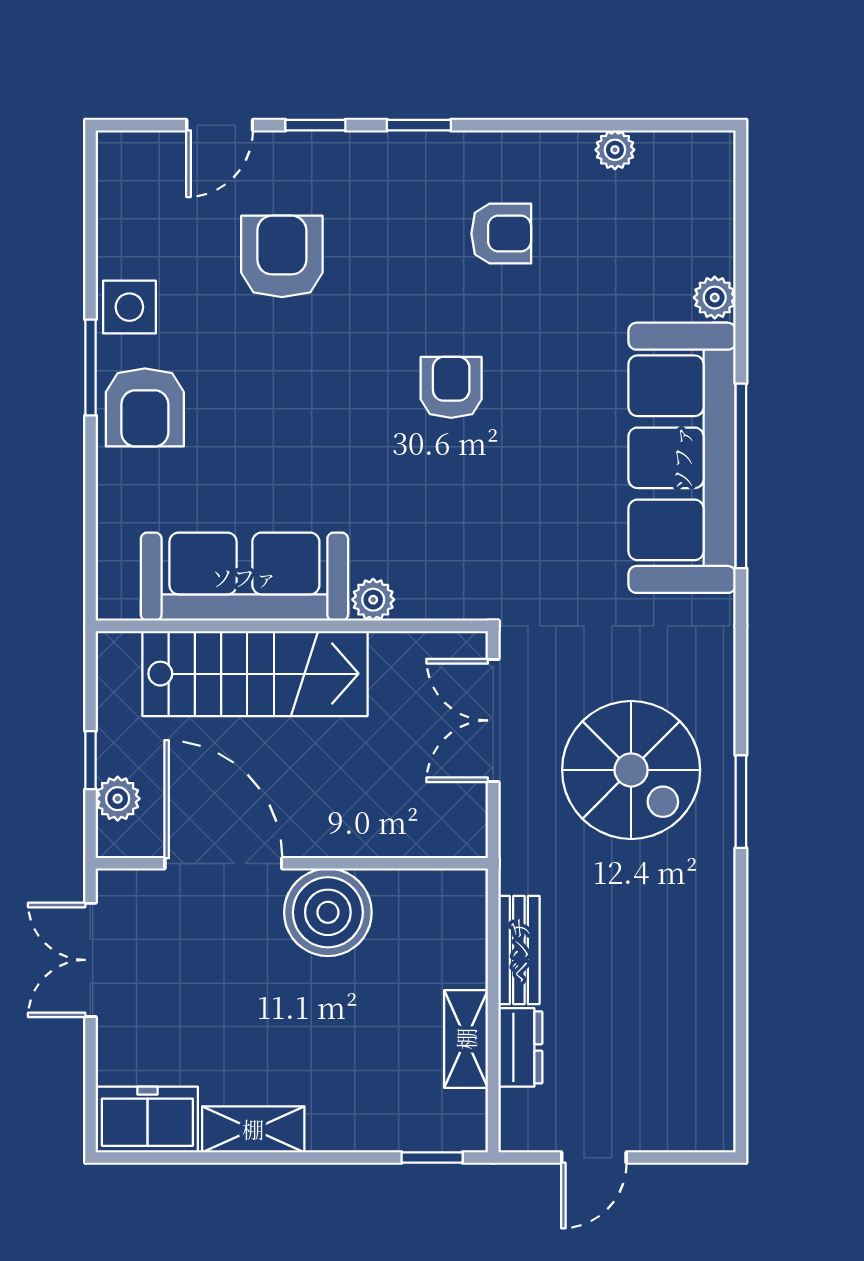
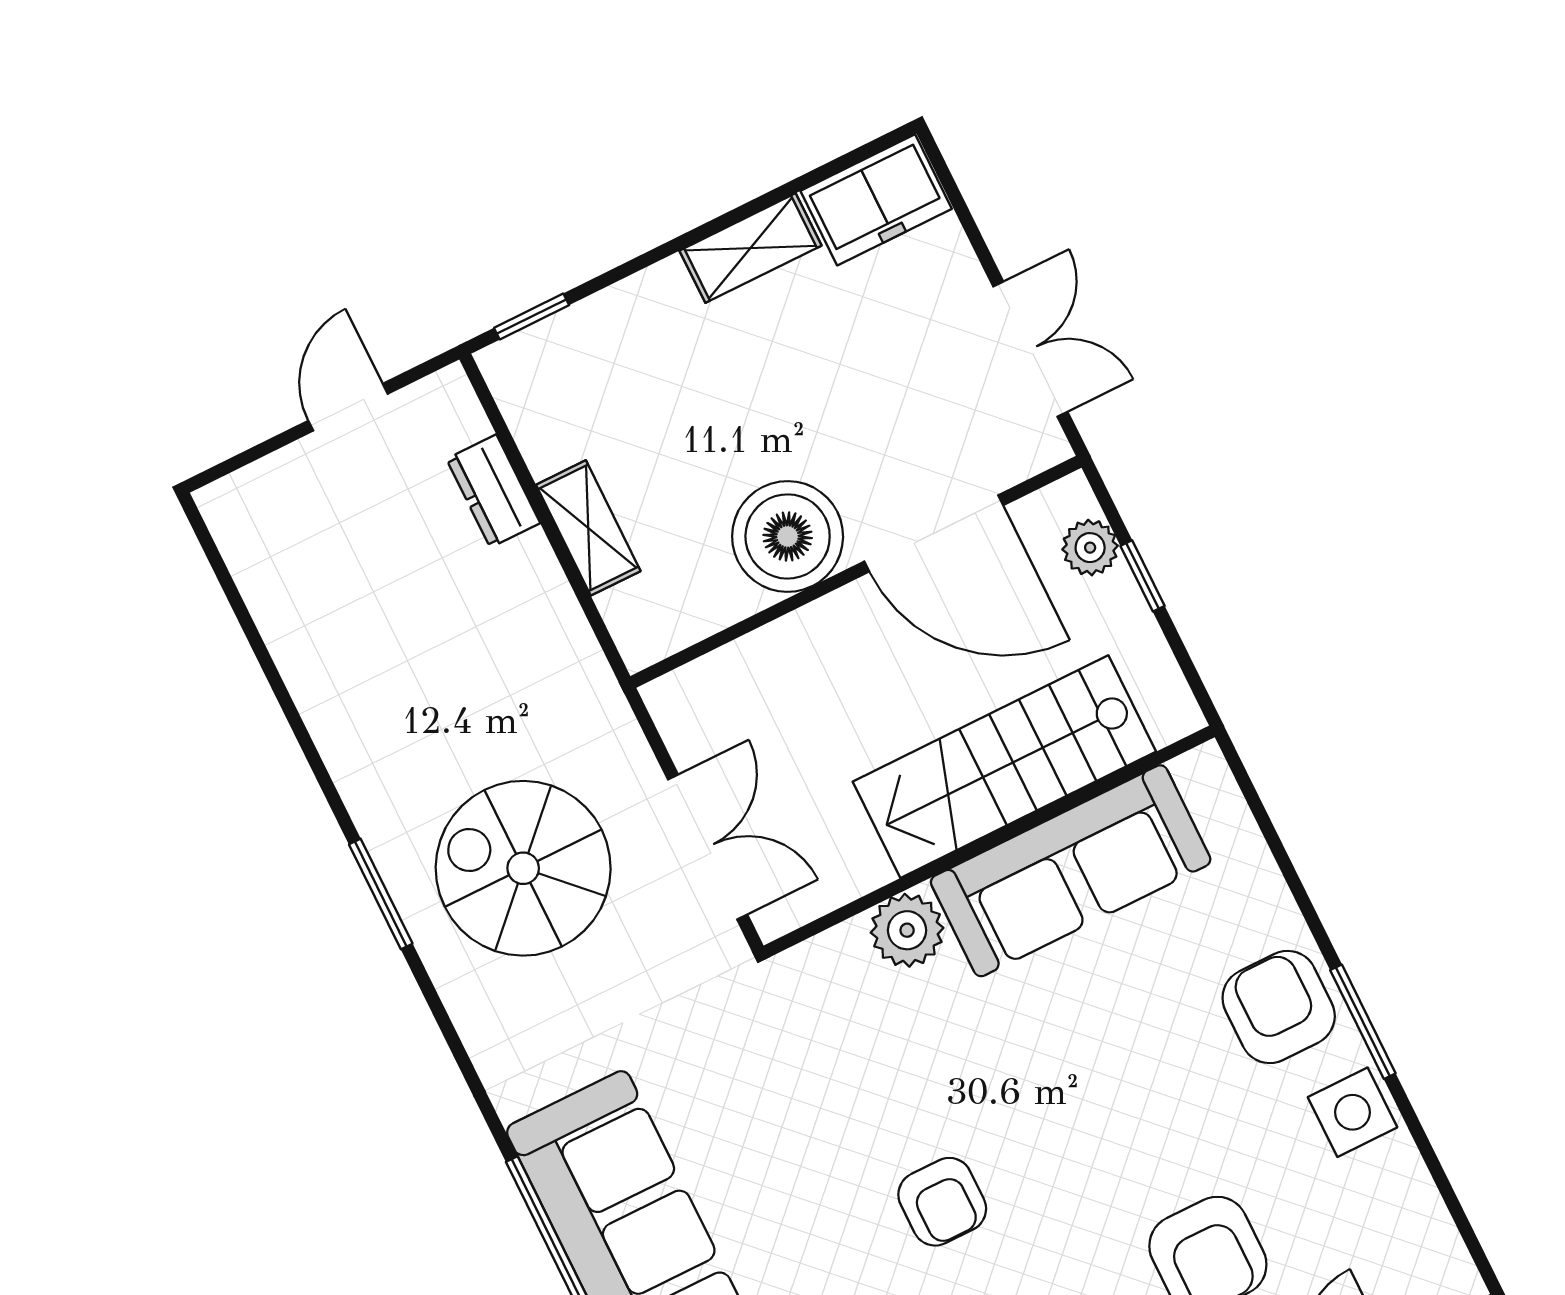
plant: (373, 600) -> (907, 930), width x1.38, depth x1.38
bench: (519, 950) -> (550, 601), removed
shelving: (466, 1039) -> (588, 528), moved

